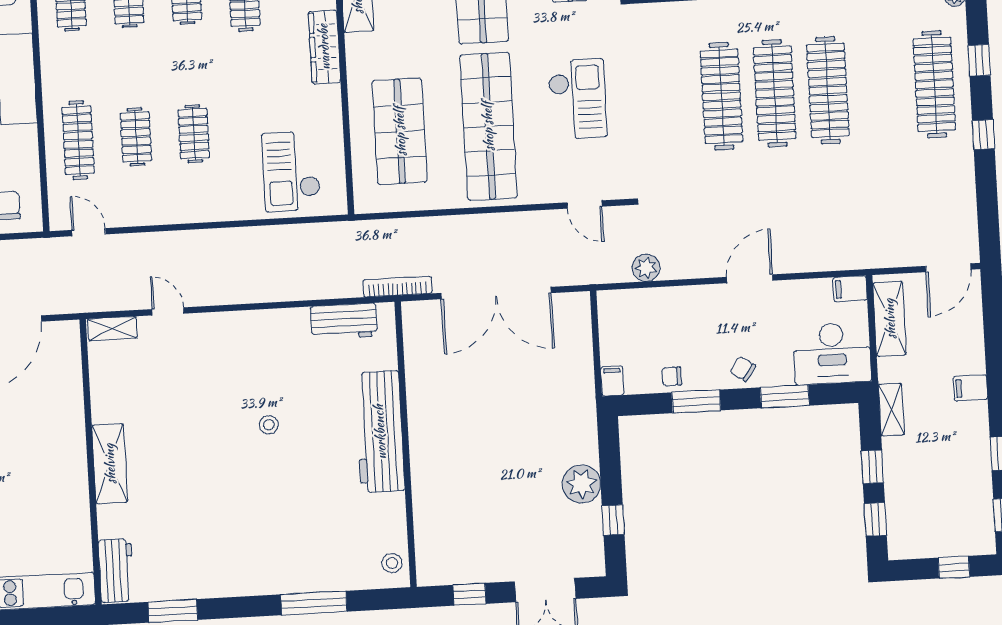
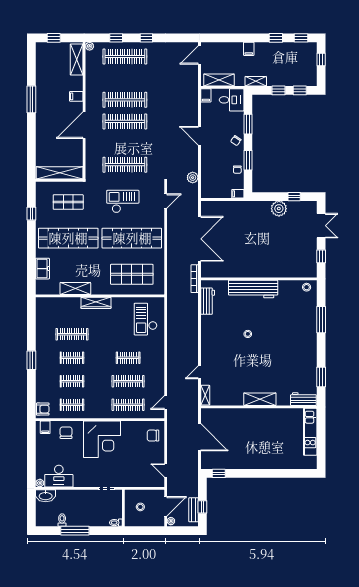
clothes rail: (721, 96) -> (125, 165), moved
clothes rail: (136, 137) -> (128, 381), width x1.36
checkout: (291, 171) -> (146, 319), turned 90
door: (948, 268) -> (200, 55), swing flipped
desk: (832, 353) -> (232, 100), width x0.73

